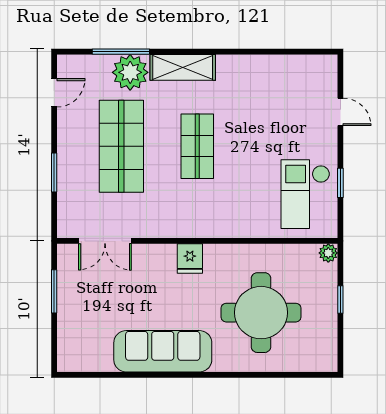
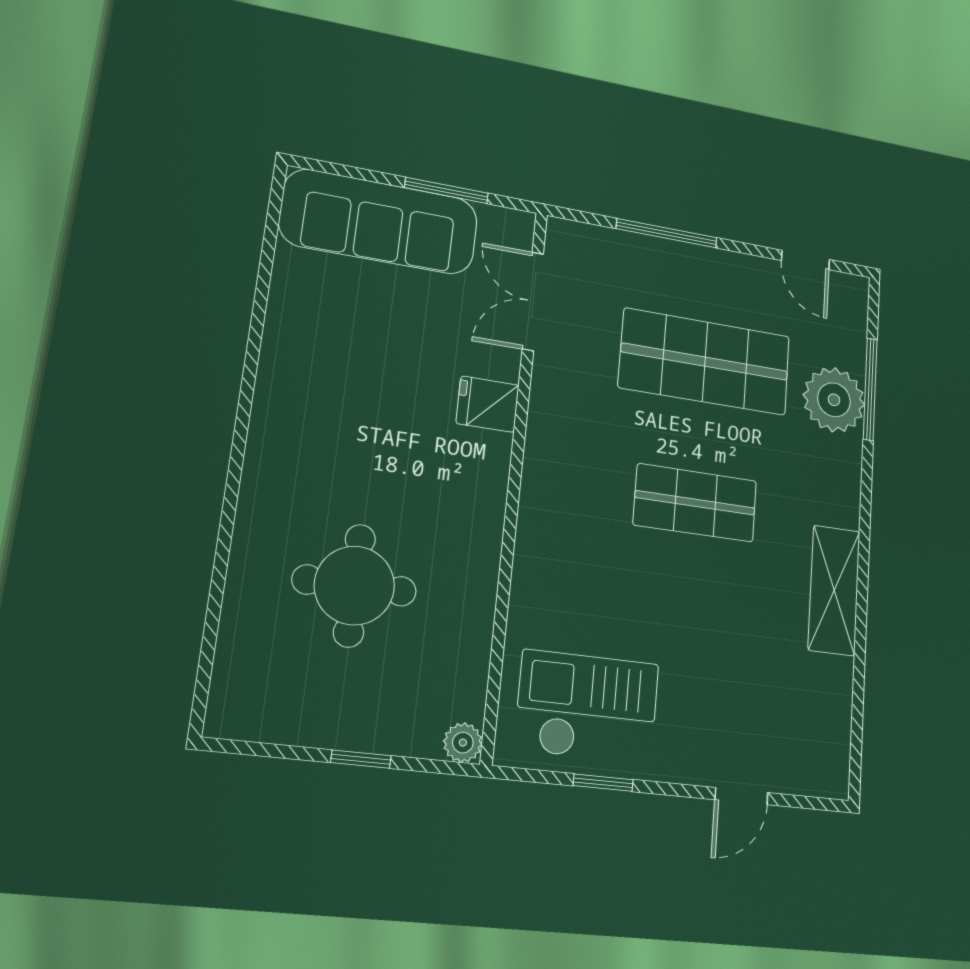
shelving: (183, 67) -> (834, 590), moved
window: (54, 173) -> (667, 233), width x1.44
fridge: (190, 258) -> (488, 404), moved
round table: (261, 313) -> (354, 585), width x0.73, depth x0.73
sofa: (163, 351) -> (379, 222), moved, turned 90

